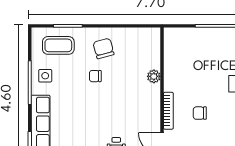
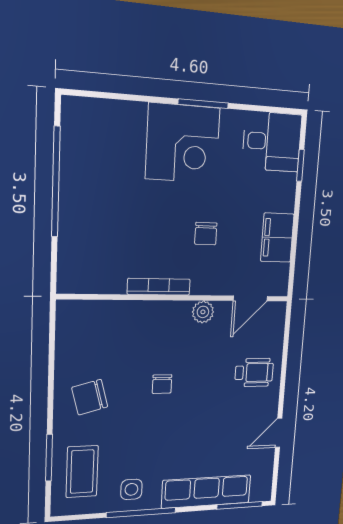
chair: (95, 76) -> (162, 384), moved
plant: (154, 76) -> (203, 312), moved
bookcase: (168, 111) -> (159, 287), moved

